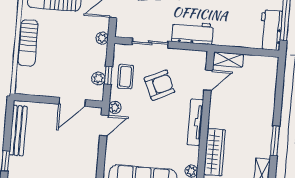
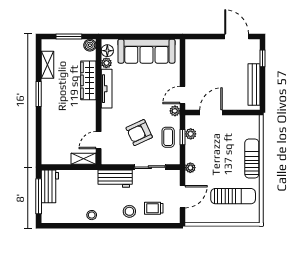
tv unit: (195, 122) -> (107, 89), moved

